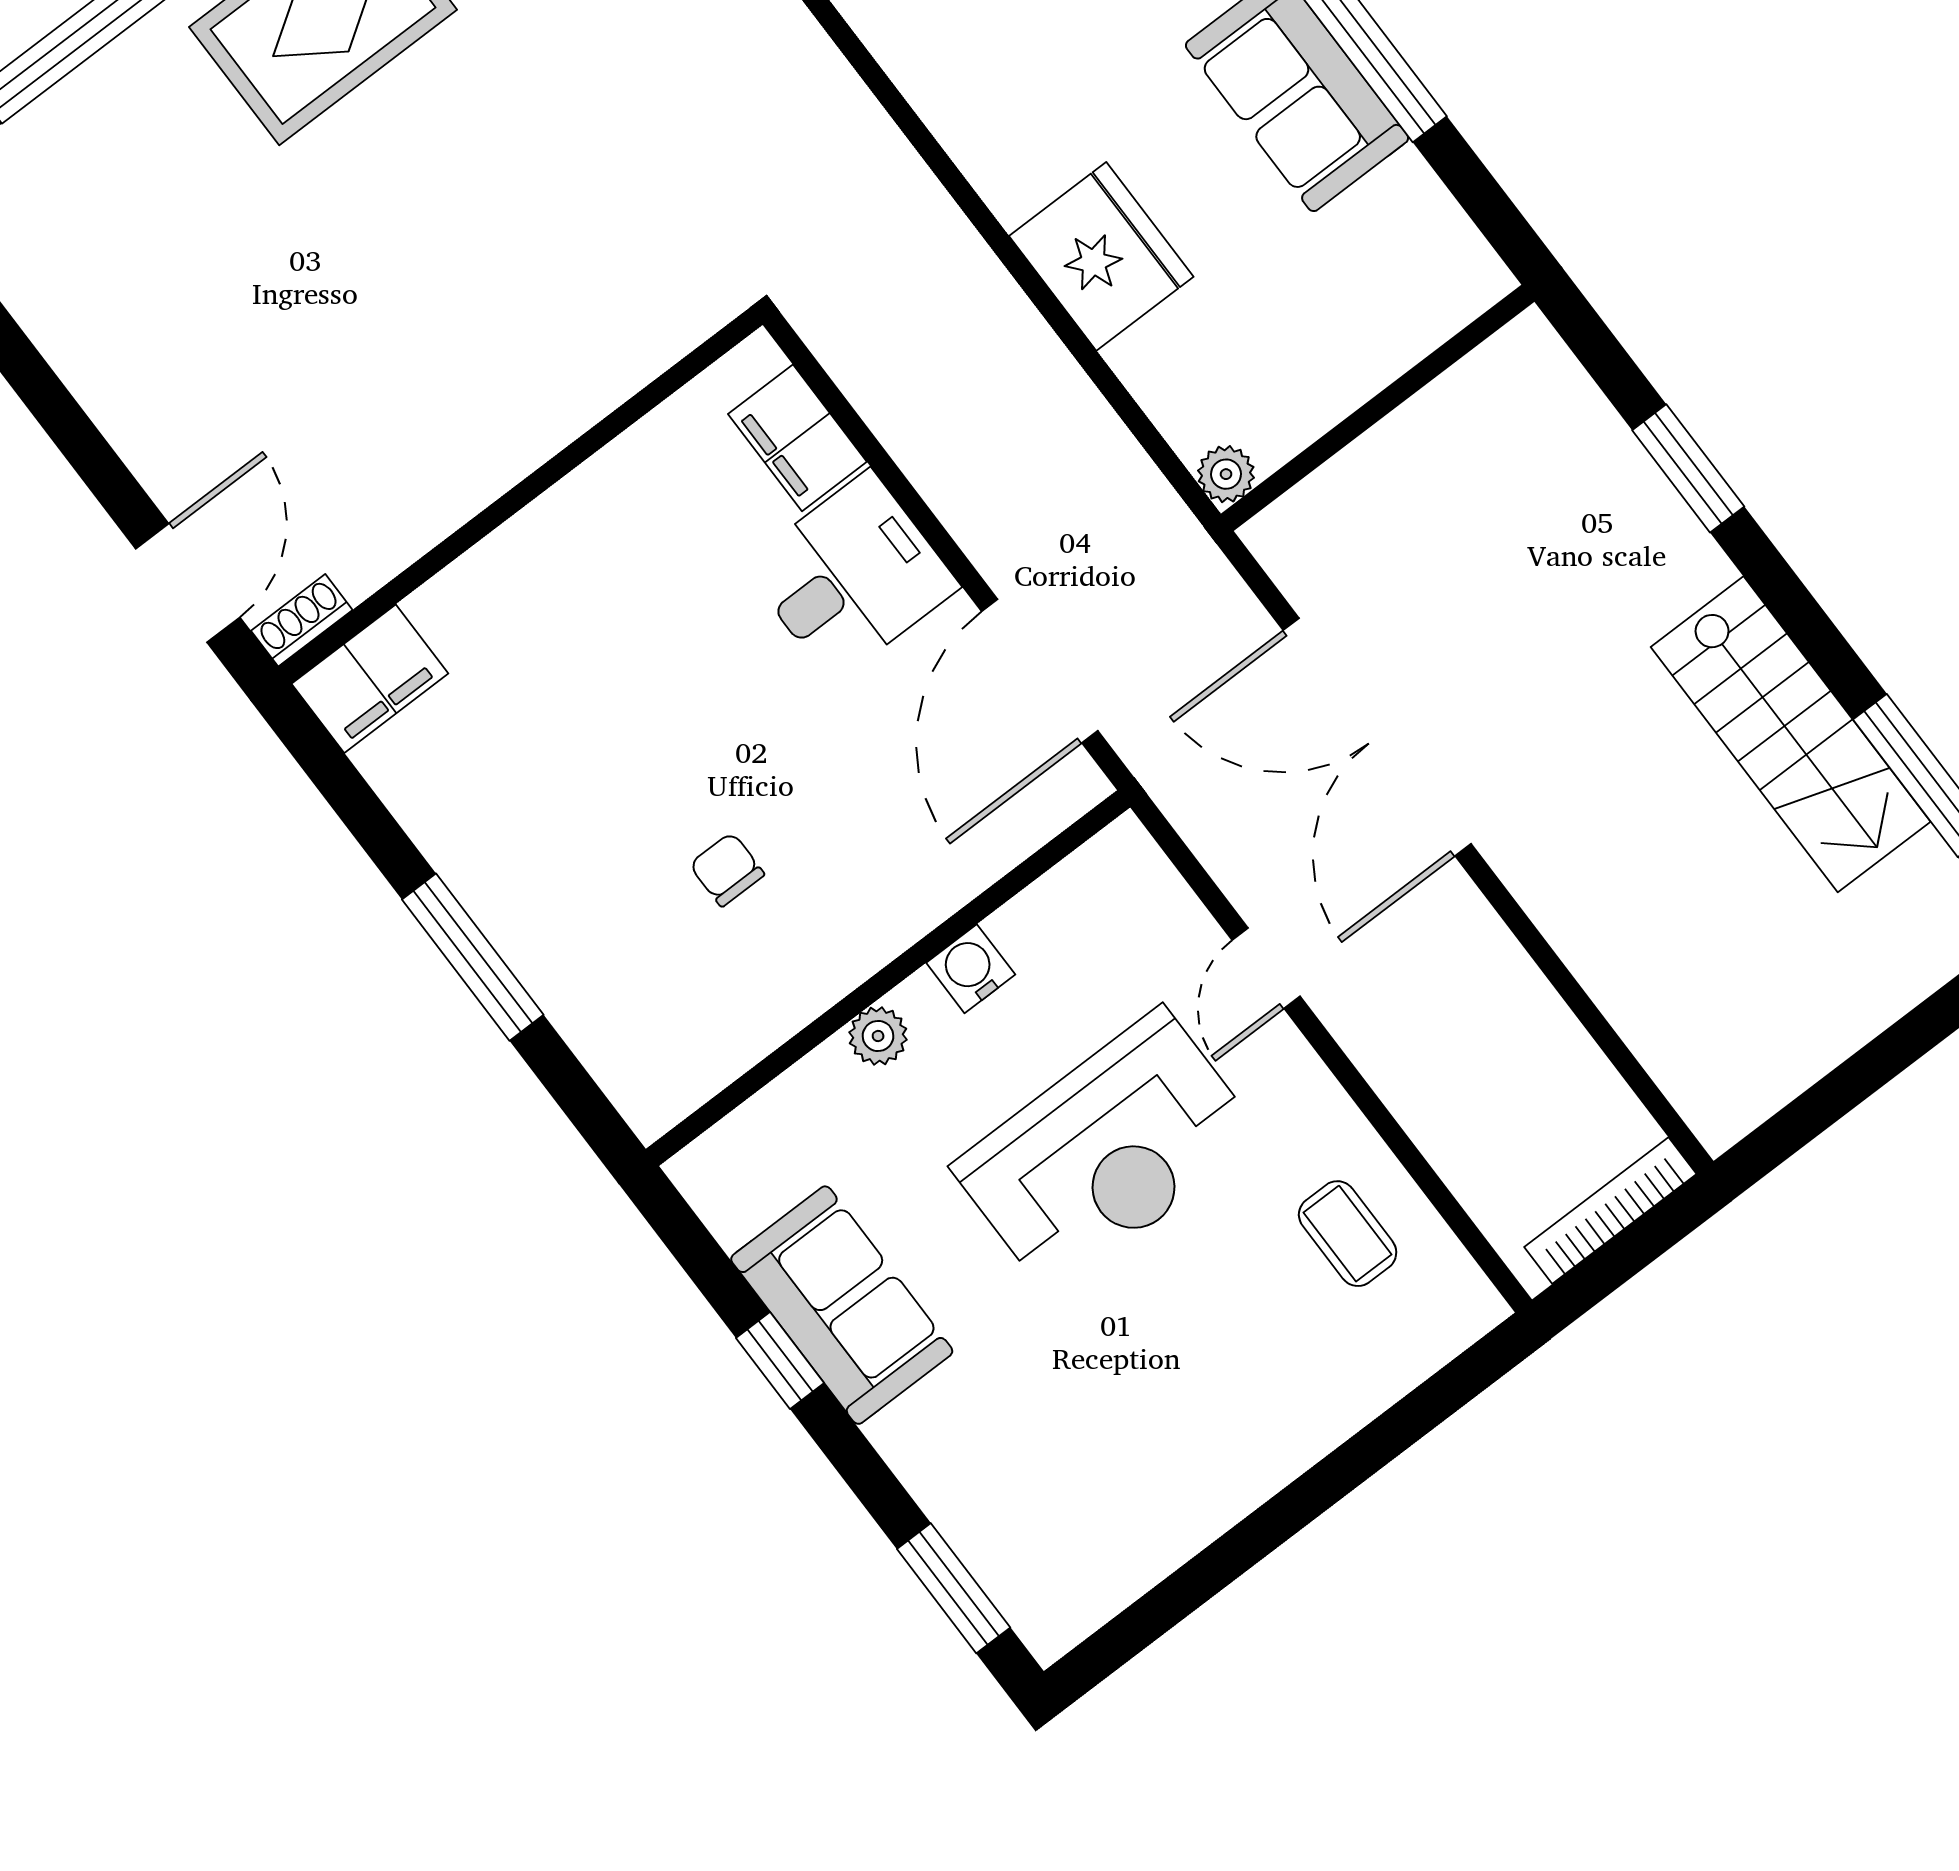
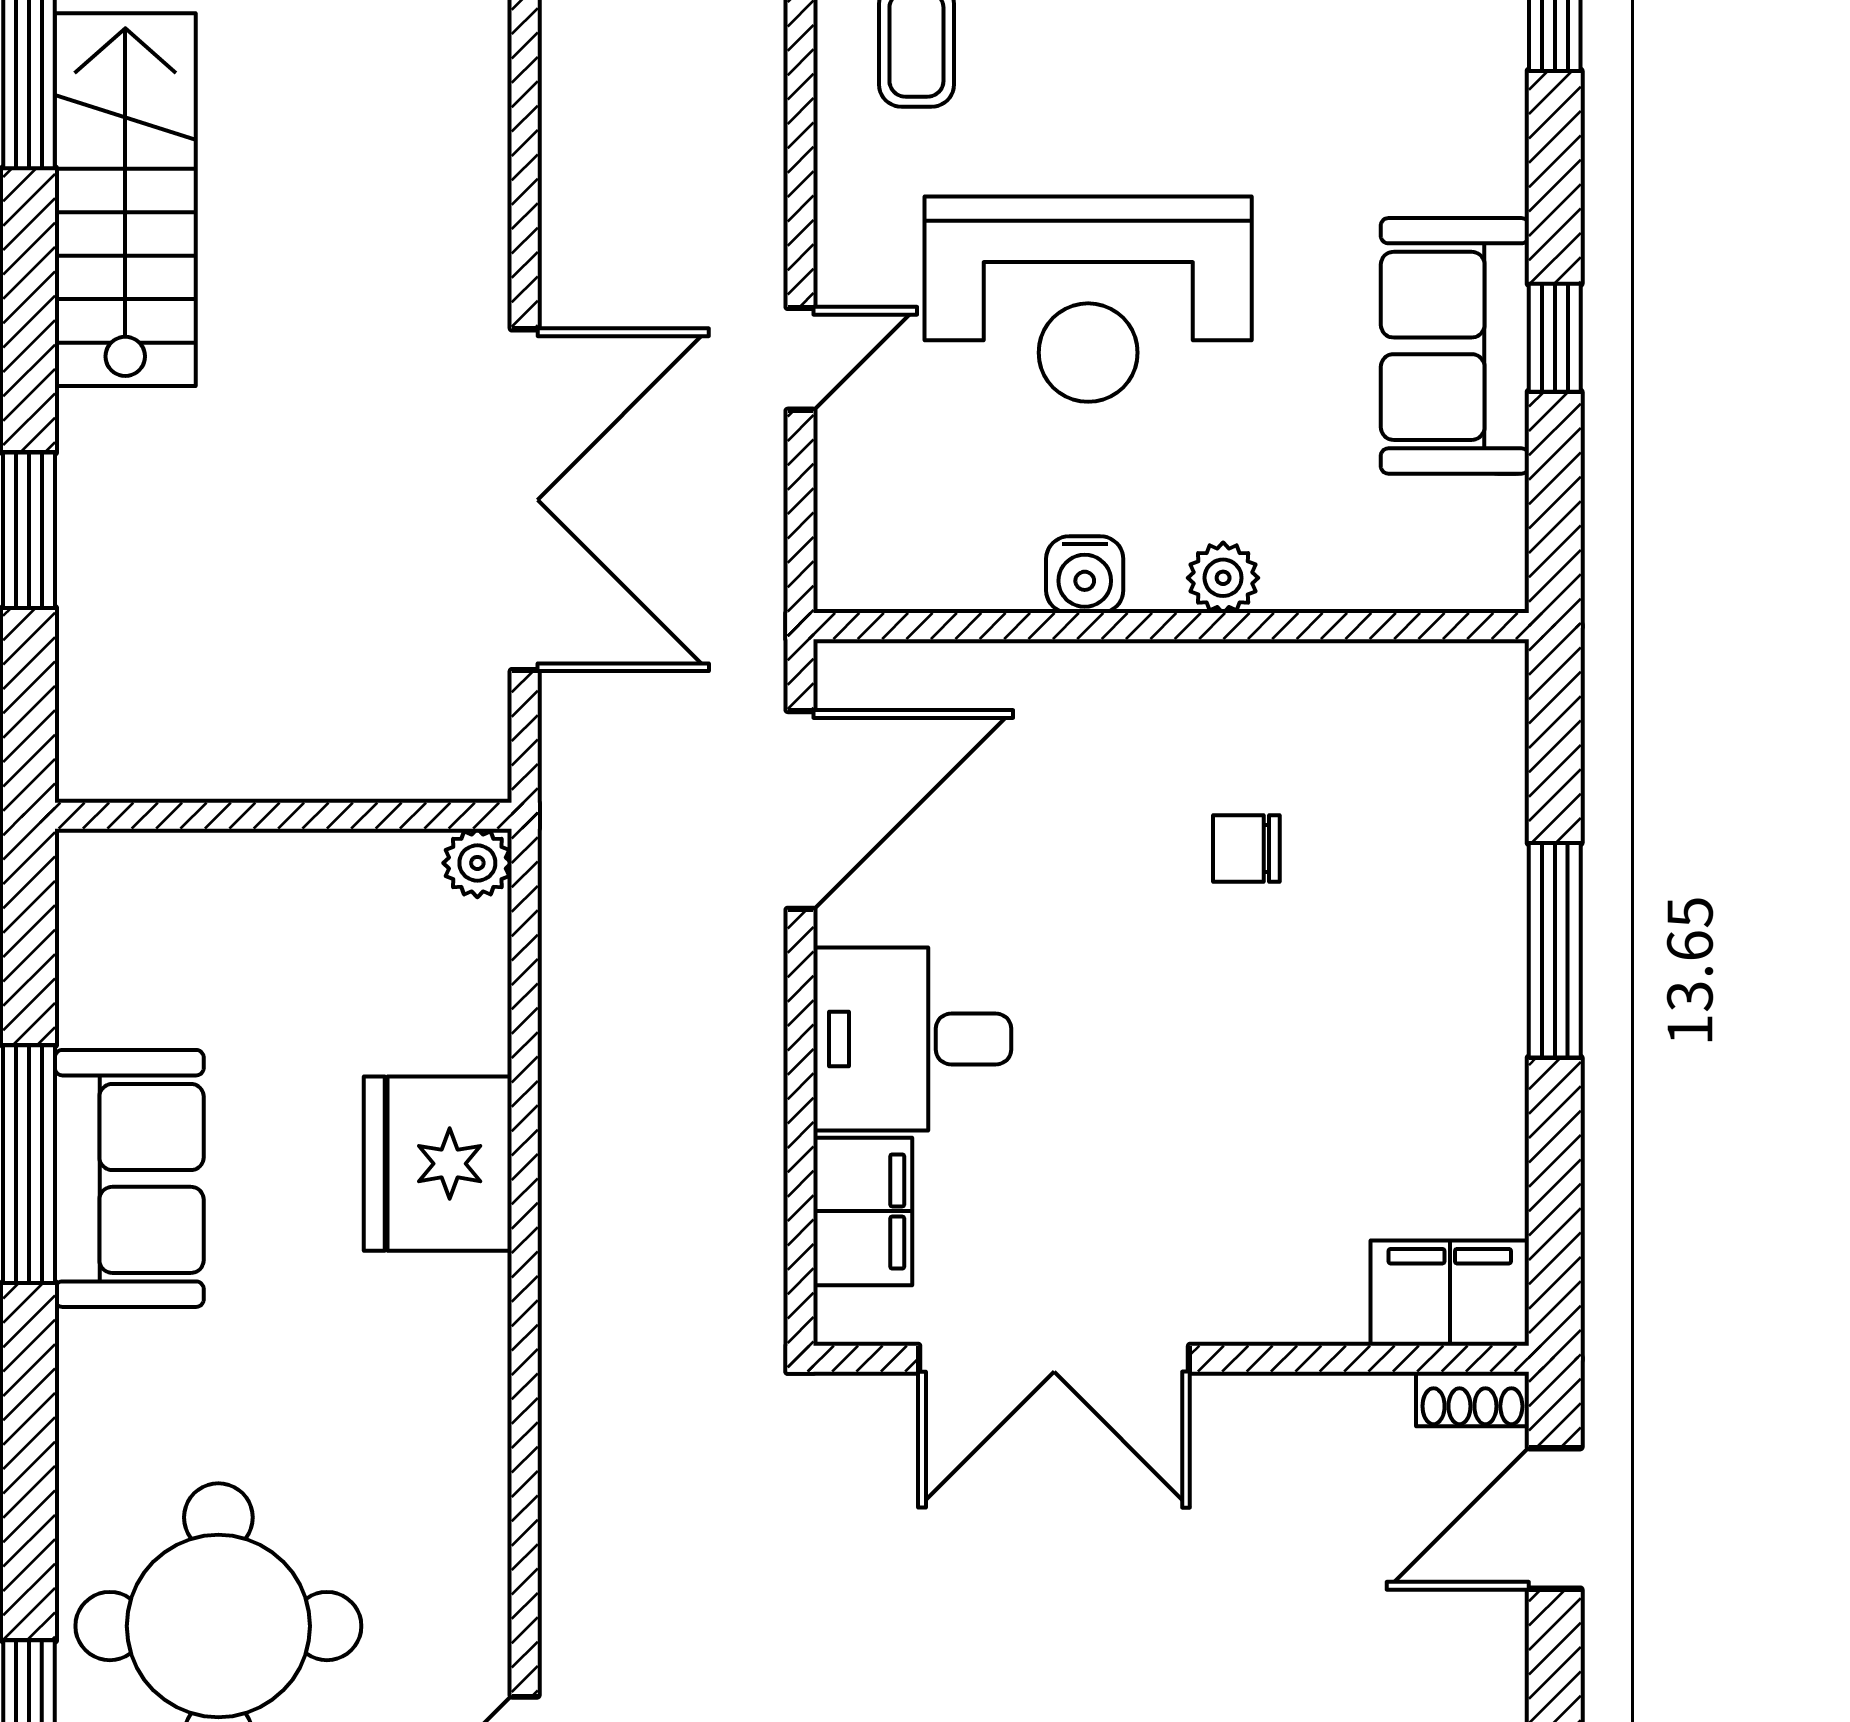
double door: (598, 437) -> (1054, 1359), added
chair: (727, 869) -> (1246, 849), turned 90
reception desk: (1107, 1152) -> (1088, 299), turned 180

